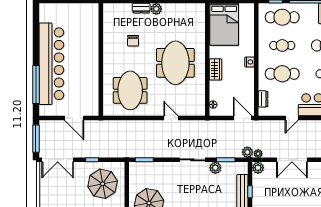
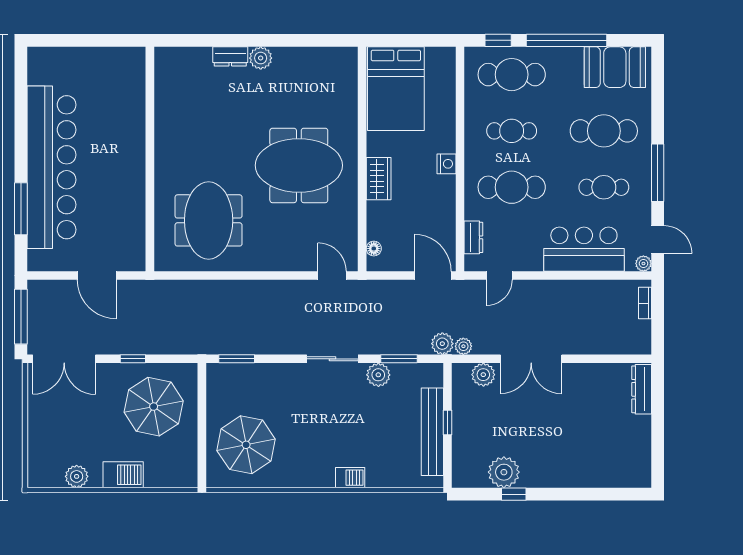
chair: (133, 41) -> (214, 122), removed
meeting table: (175, 63) -> (299, 165), turned 90
window: (36, 85) -> (21, 209), width x0.68
door: (171, 118) -> (332, 276), moved
door: (292, 118) -> (499, 276), moved
plant: (258, 168) -> (483, 375), moved

